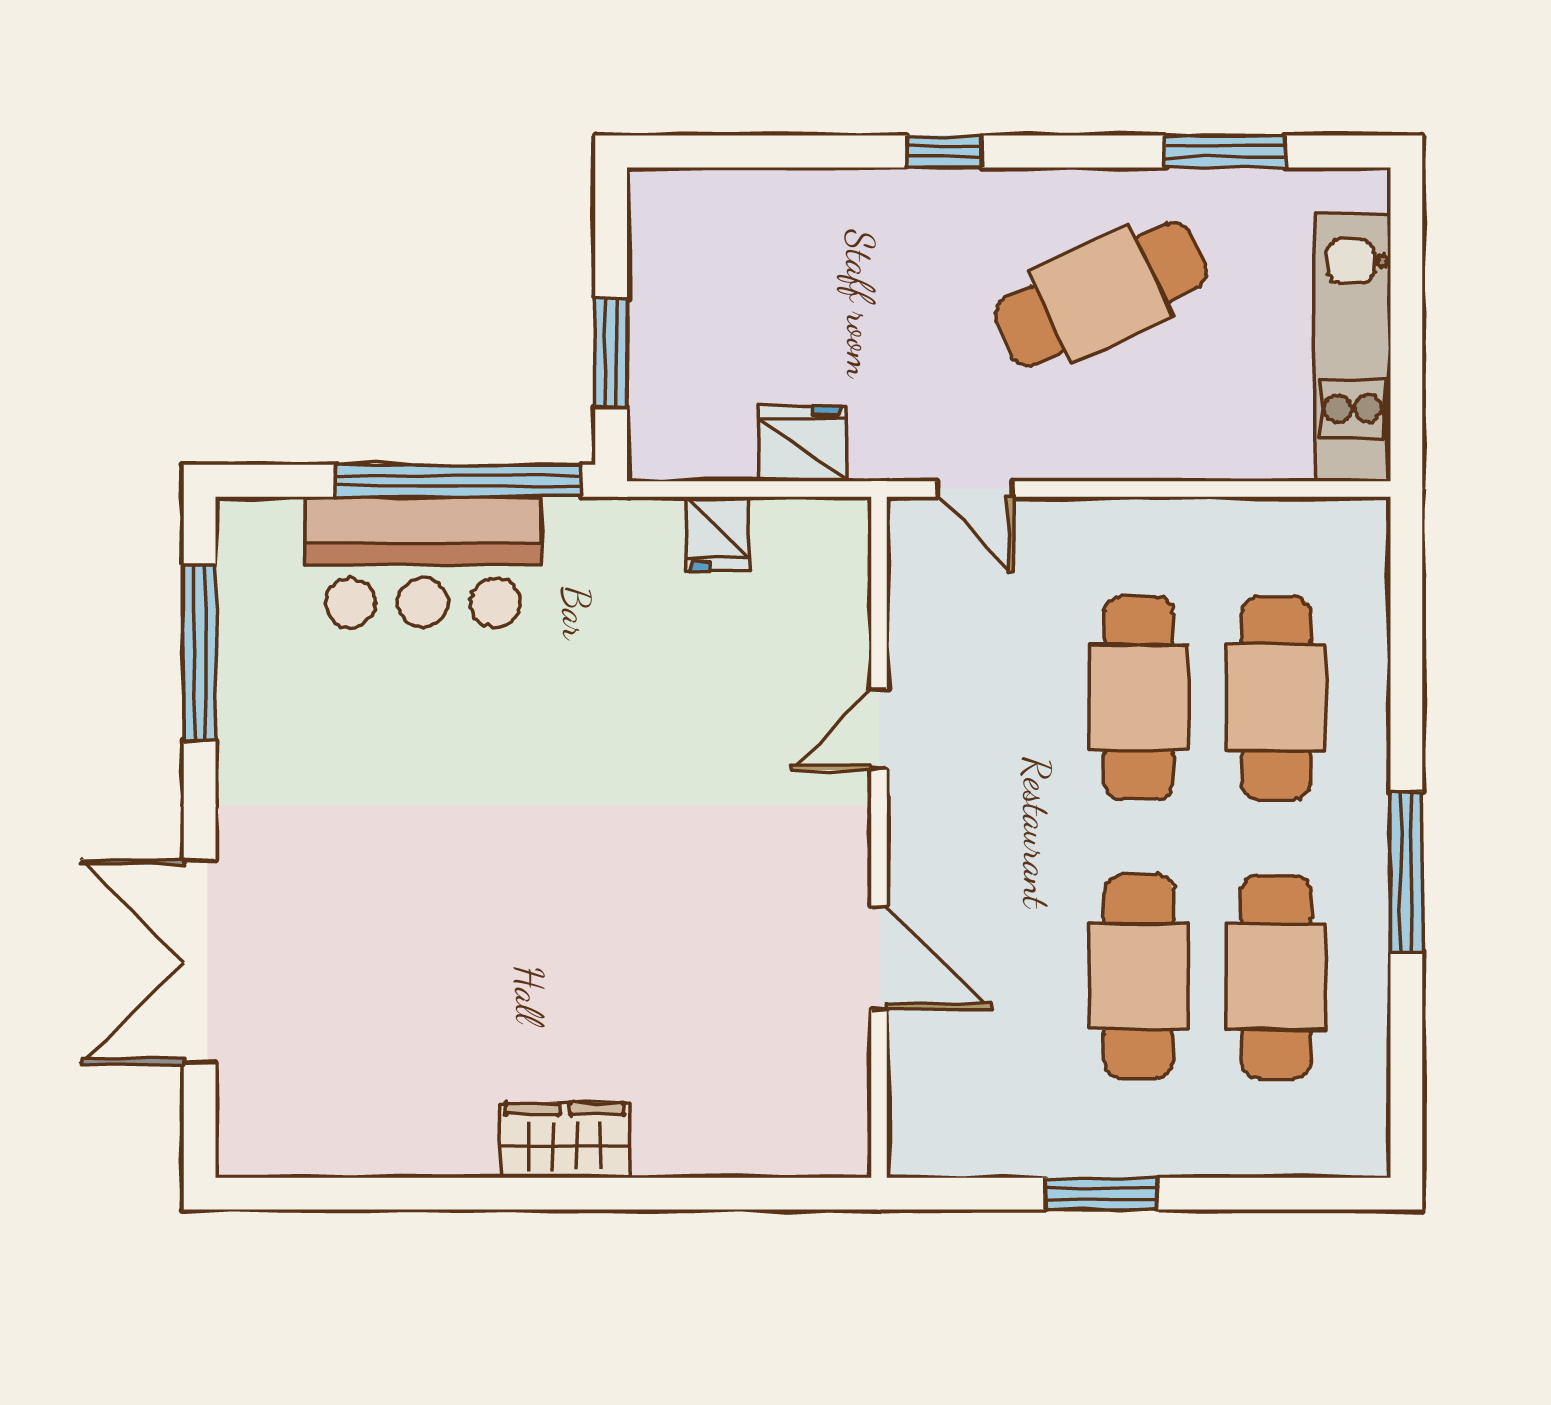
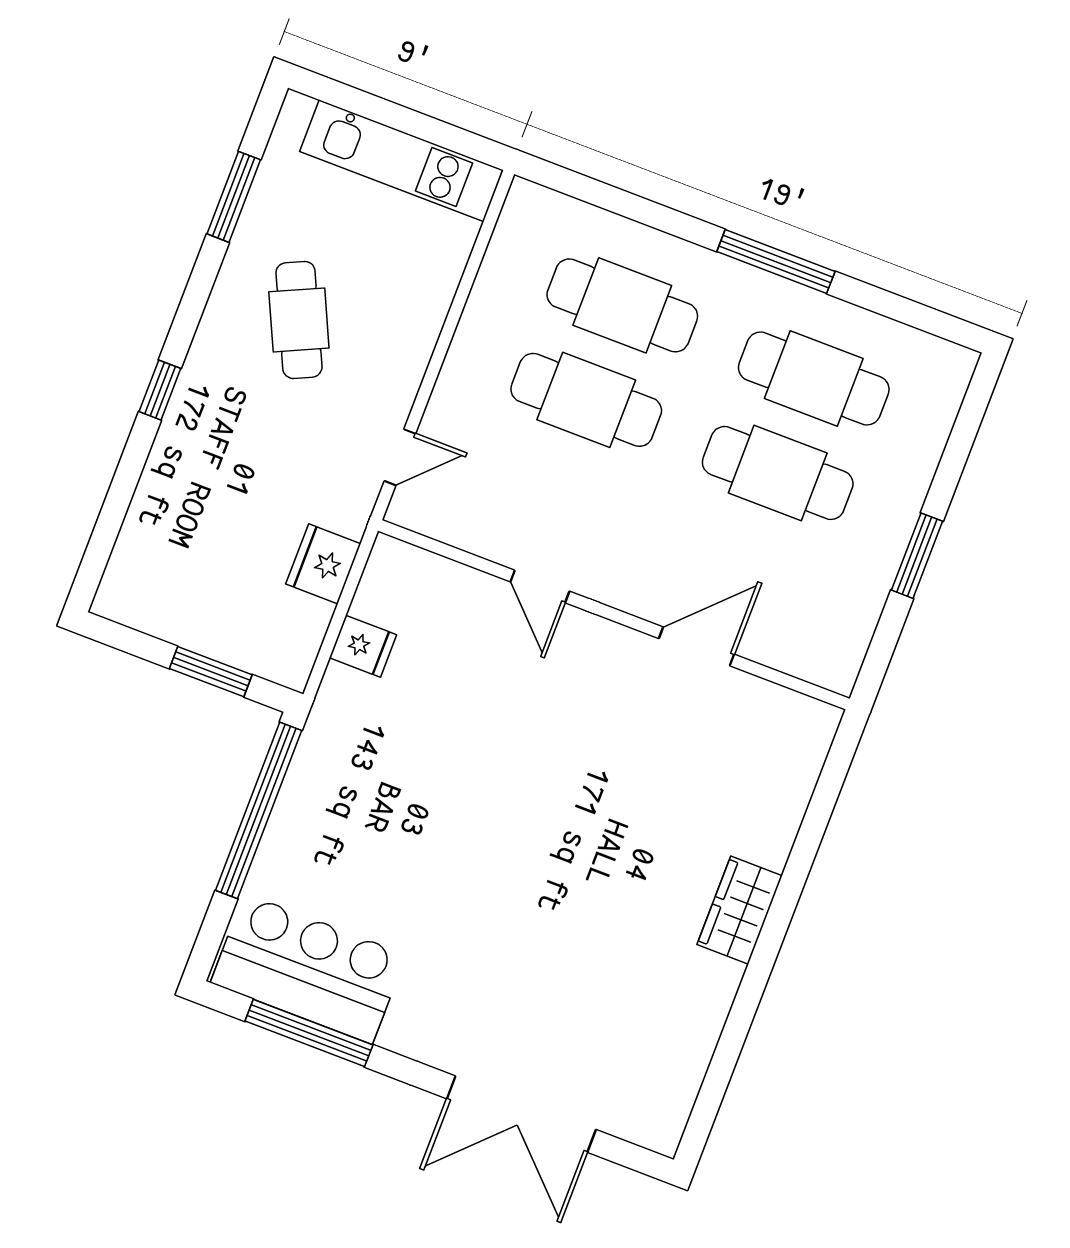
cafe table: (1101, 294) -> (299, 320), width x0.73, depth x0.74
bar counter: (423, 562) -> (308, 969), moved, turned -90

